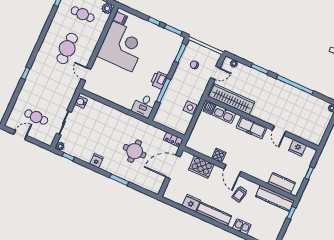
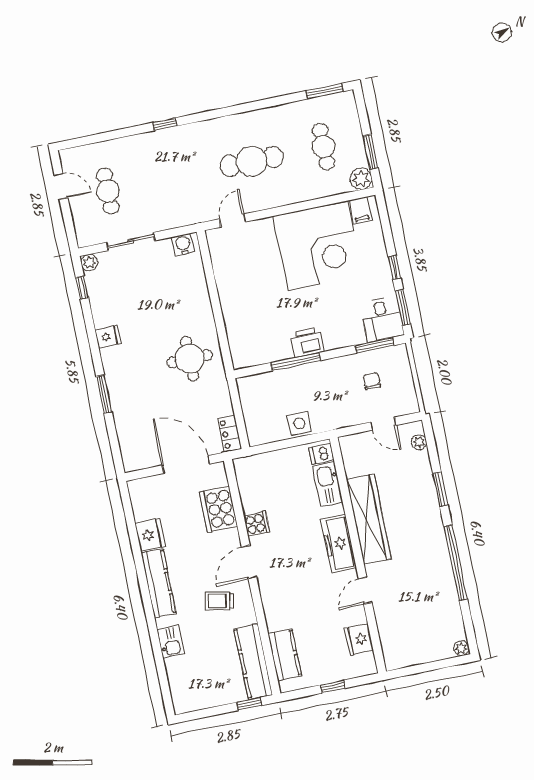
wardrobe: (232, 99) -> (369, 519), moved
desk: (144, 106) -> (382, 319), moved, turned -90
round table: (135, 151) -> (190, 359), moved

